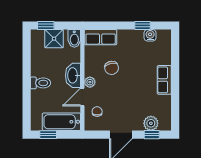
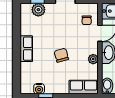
chair: (112, 68) -> (61, 55), moved
plant: (90, 82) -> (93, 59), moved

